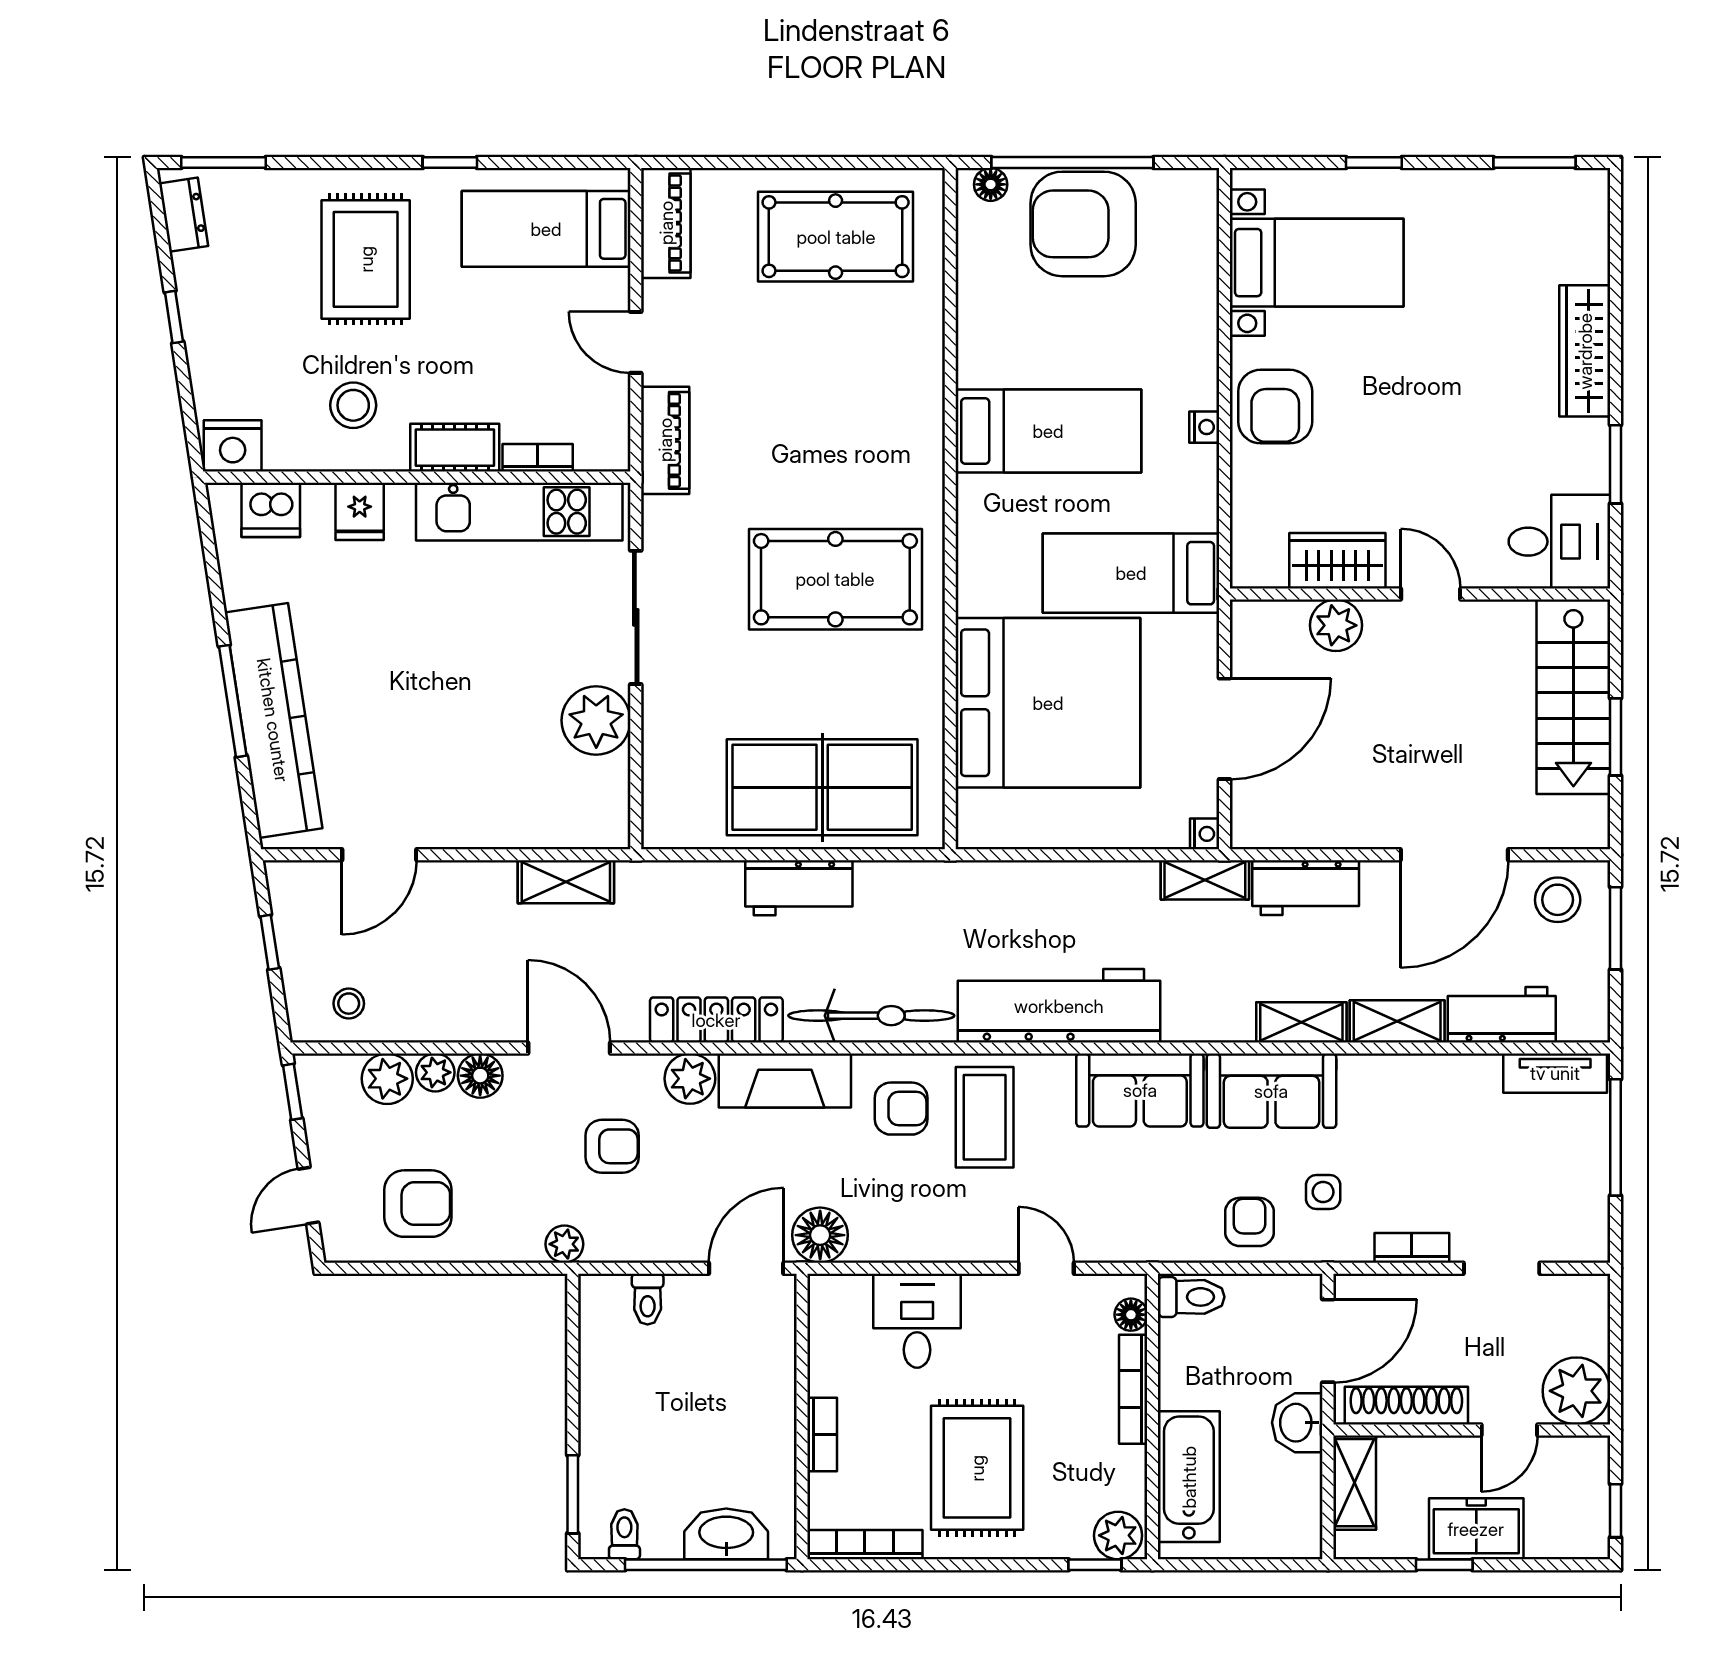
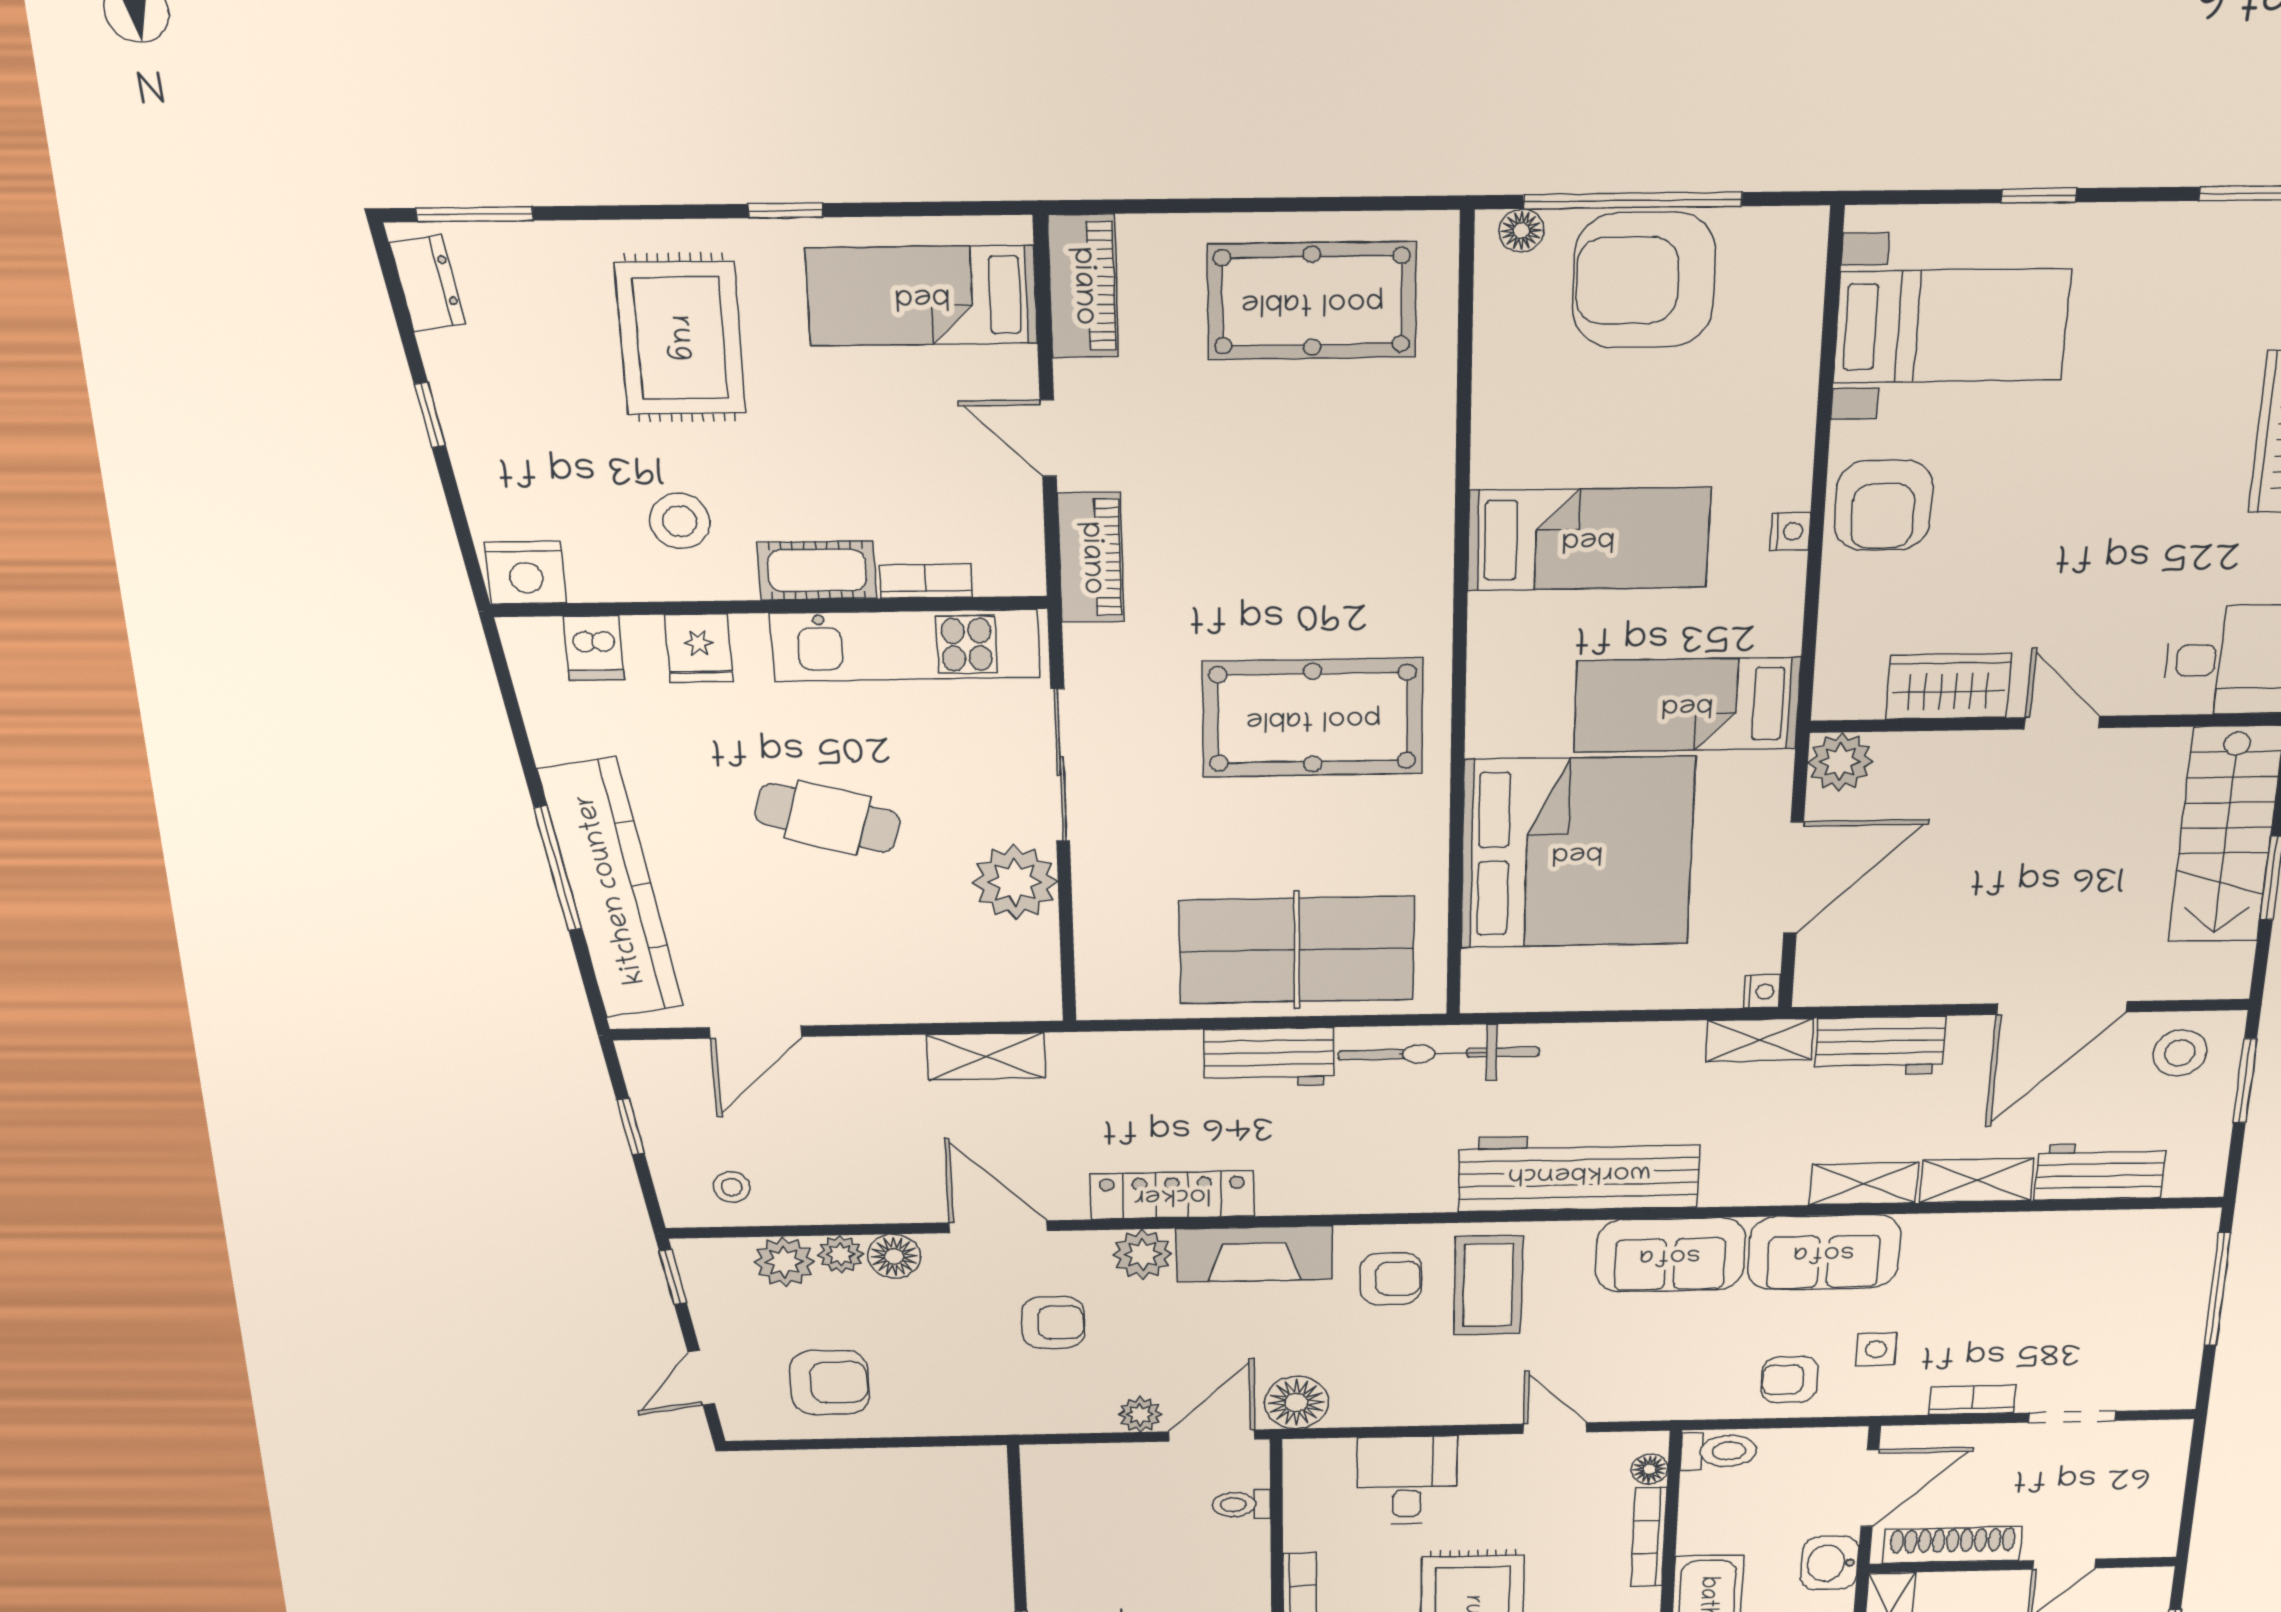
dishwasher: (271, 510) -> (594, 648), width x0.73
plant: (1336, 625) -> (1840, 762), moved
cafe table: (450, 660) -> (828, 818), added
bicycle: (871, 1016) -> (1439, 1053), moved, turned 180
tv unit: (1555, 1073) -> (2156, 1228), removed
armchair: (1249, 1222) -> (1789, 1380), turned -90
plant: (564, 1244) -> (1140, 1414), moved
toilet: (648, 1299) -> (1241, 1504), moved, turned 90
plant: (1576, 1391) -> (2143, 1527), removed

